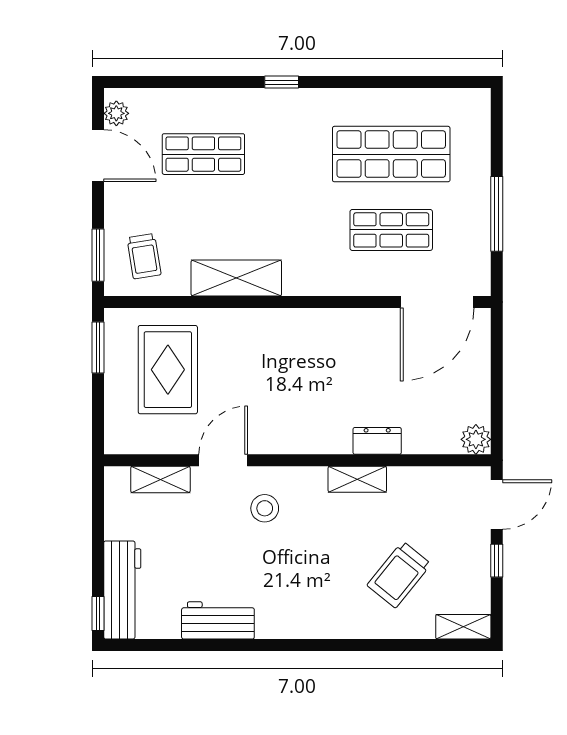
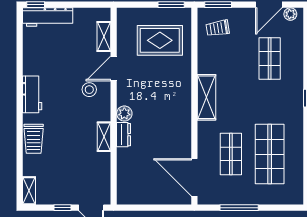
shelving: (236, 278) -> (206, 97), moved
plant: (476, 439) -> (124, 114), moved
dresser: (377, 441) -> (124, 135), moved
door: (223, 460) -> (114, 68), swing flipped
trolley: (399, 575) -> (34, 139), moved, turned -129
workbench: (218, 620) -> (32, 94), moved

